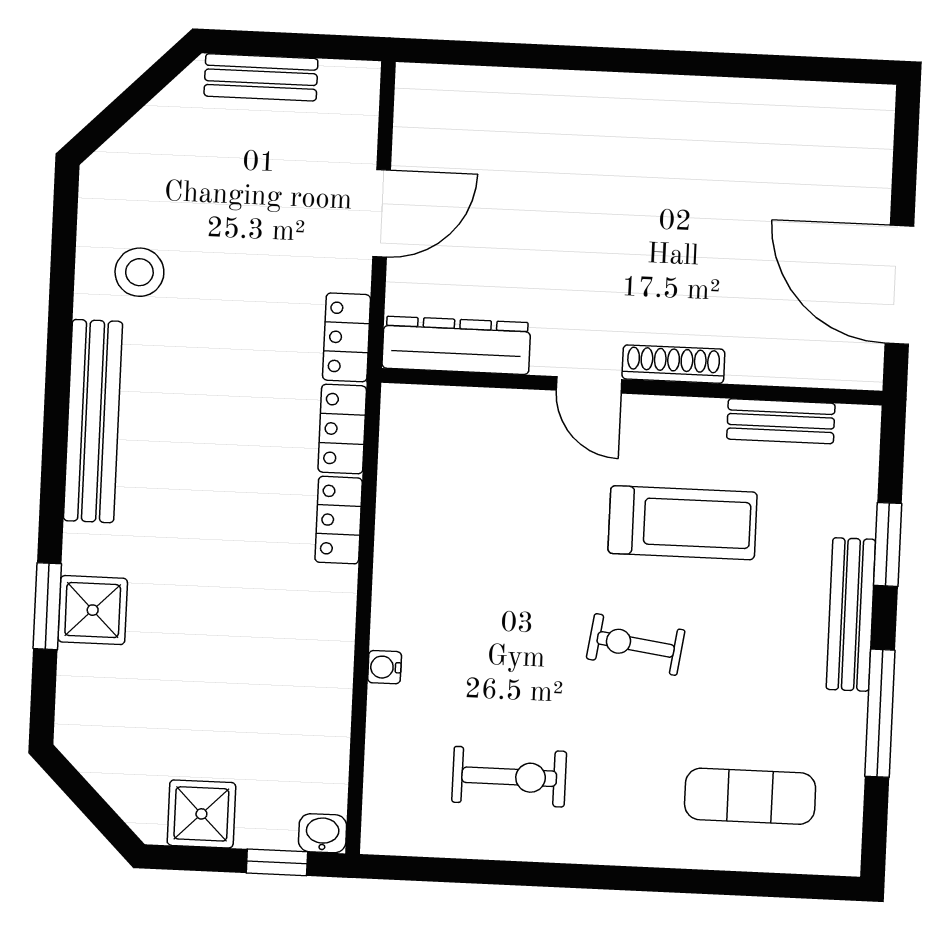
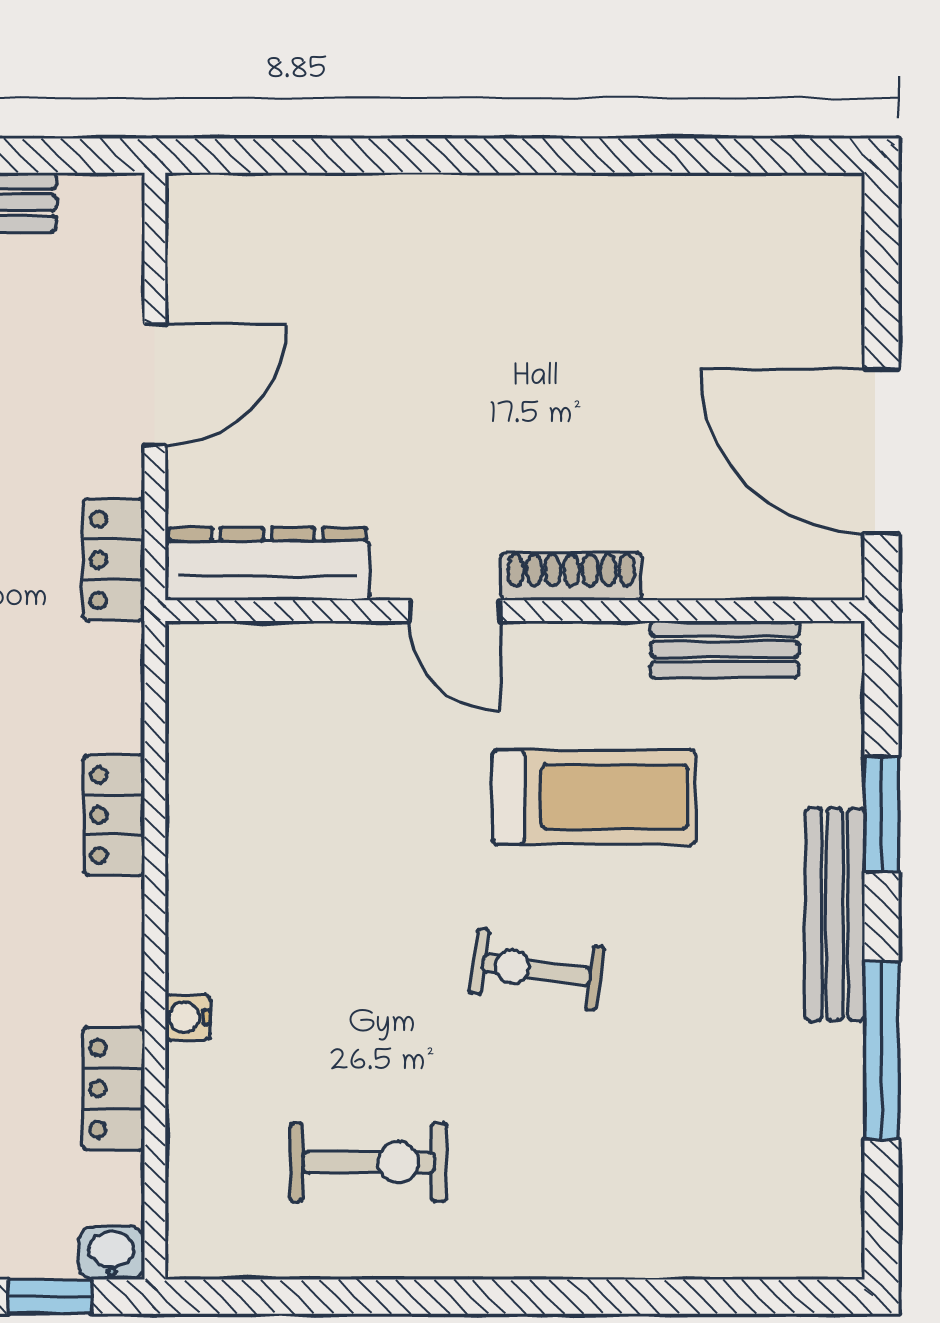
locker: (342, 429) -> (113, 1089), moved
exercise mat: (750, 796) -> (706, 1174), removed

